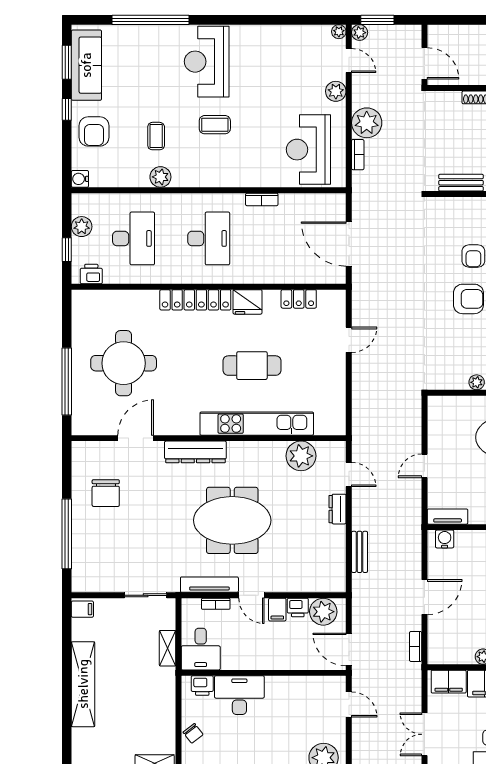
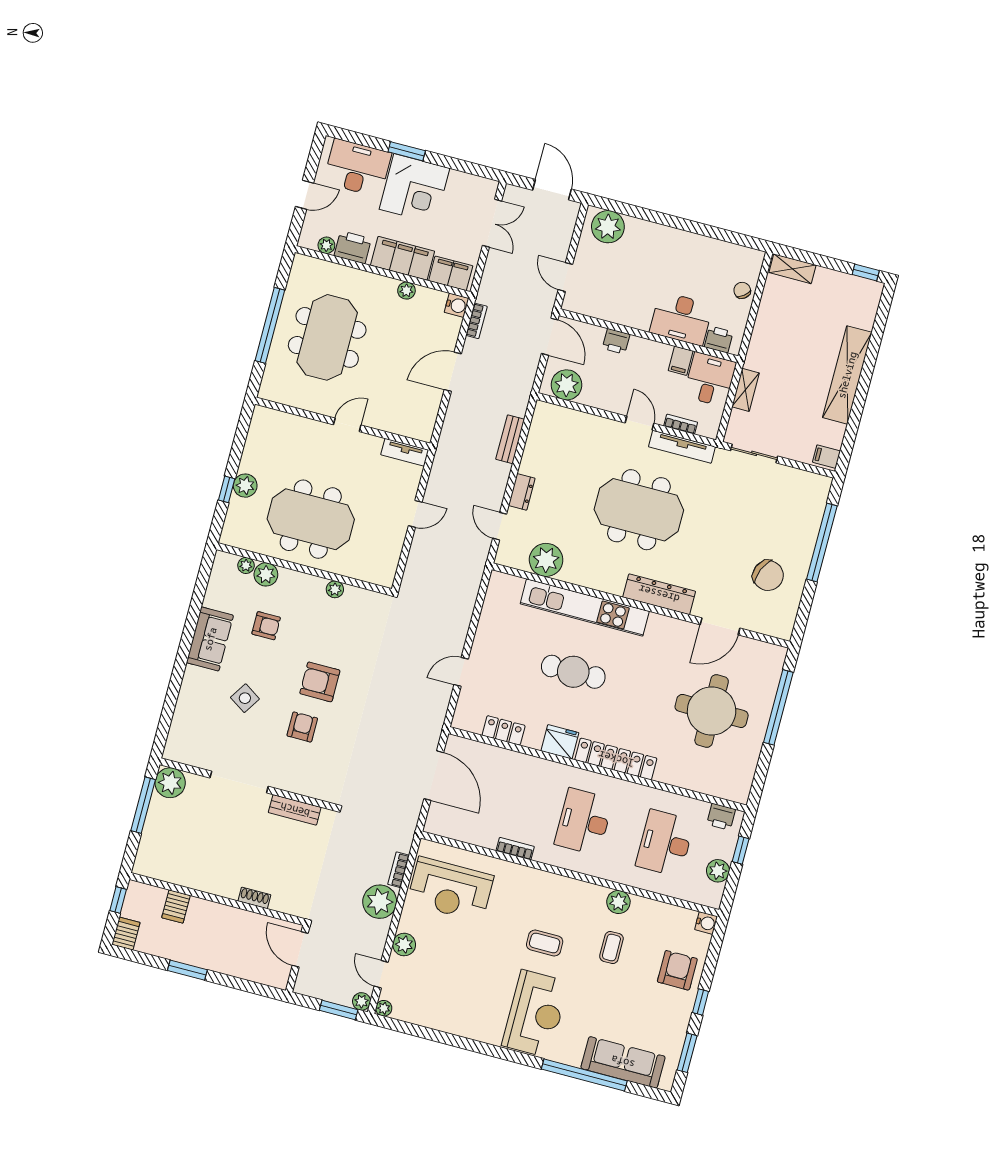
sofa: (86, 65) -> (623, 1062), moved, turned 90
reception desk: (308, 150) -> (450, 889), turned 90
chair: (106, 493) -> (768, 575), turned 113
water cooler: (445, 539) -> (457, 305), moved, turned -90
printer: (298, 608) -> (616, 341), moved, turned 180
filing cabinet: (277, 610) -> (681, 361), moved, turned 180

